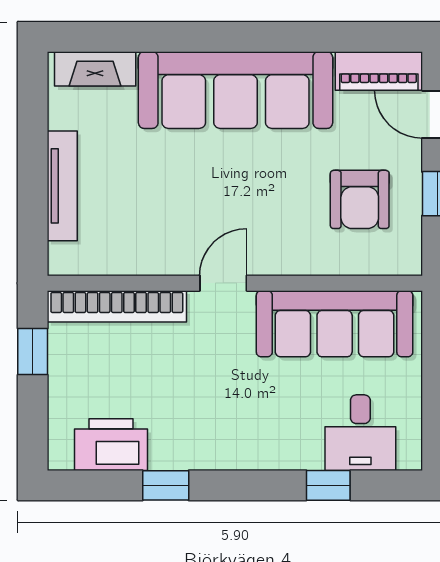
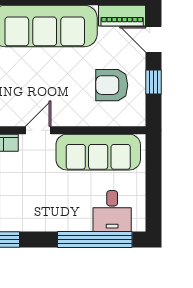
armchair: (360, 199) -> (112, 85), turned 90
window: (328, 485) -> (95, 239), width x3.17

